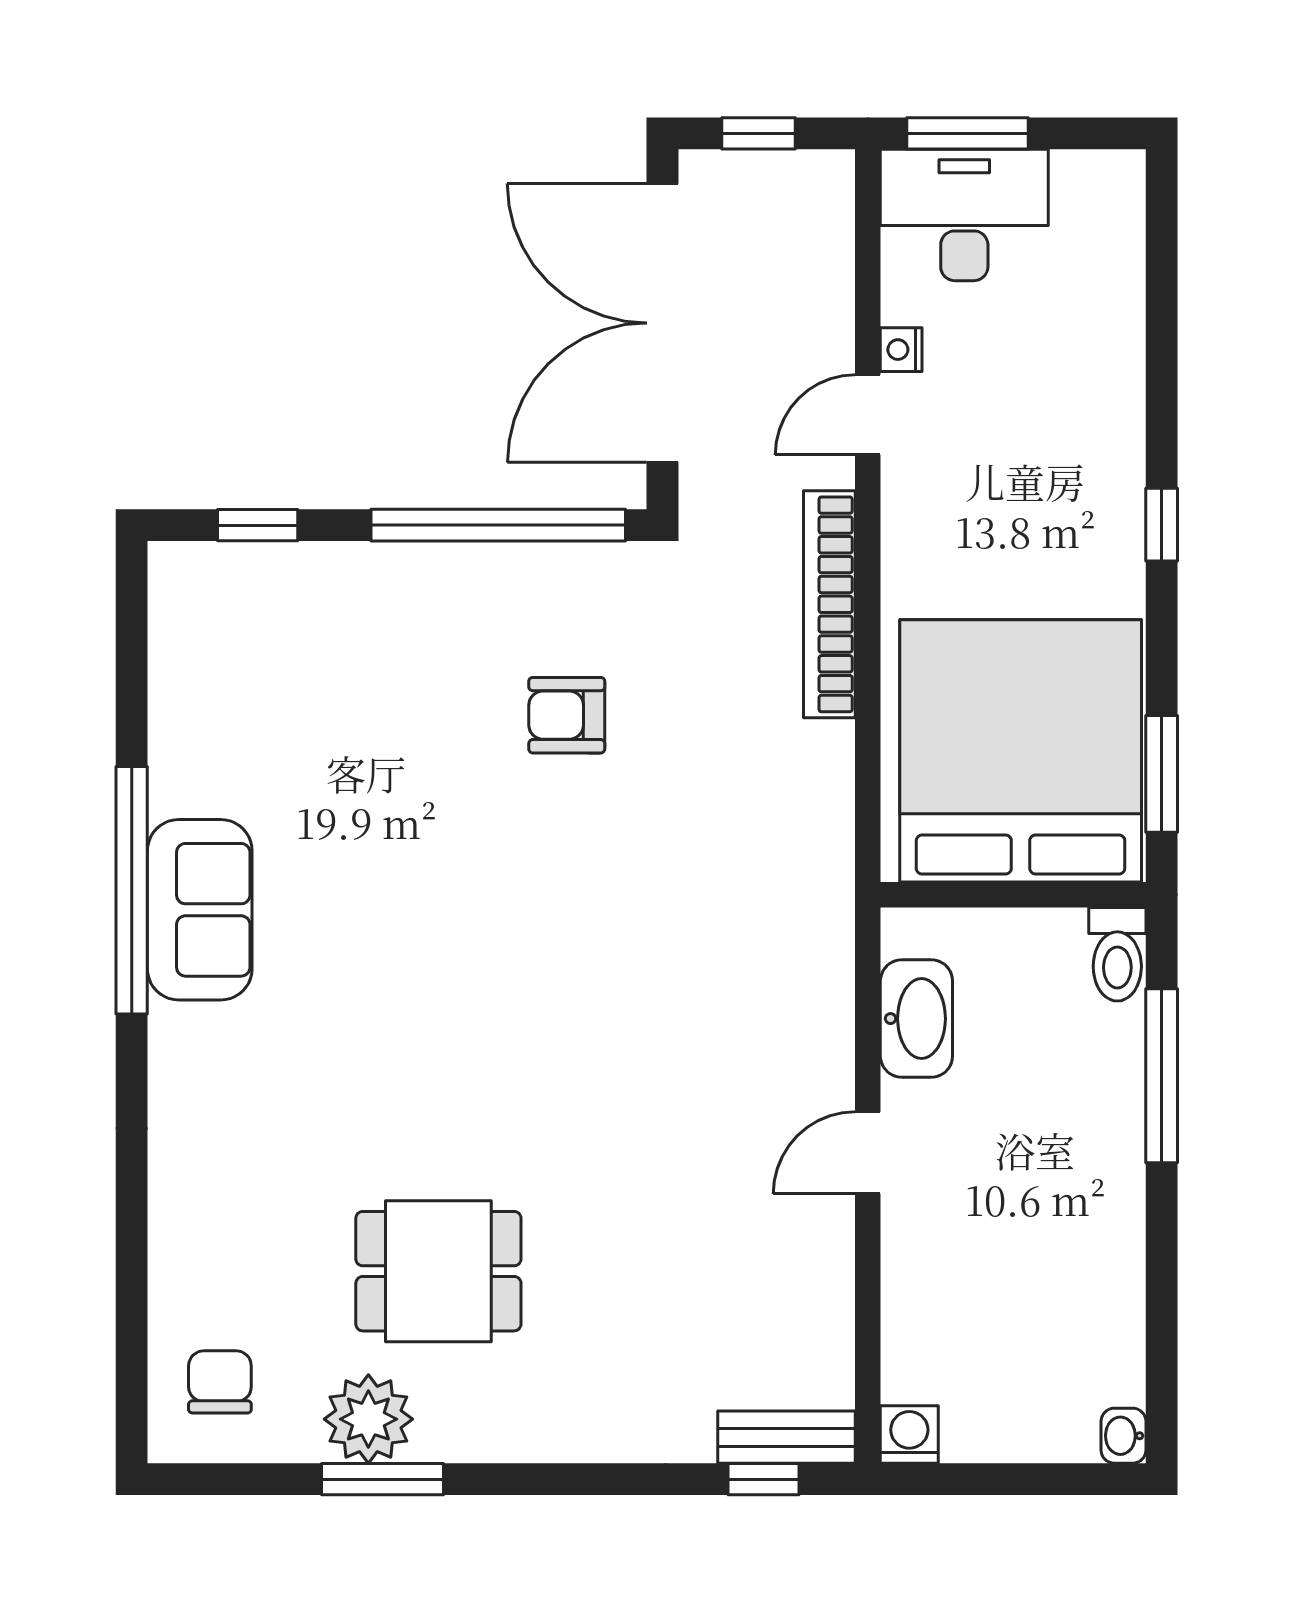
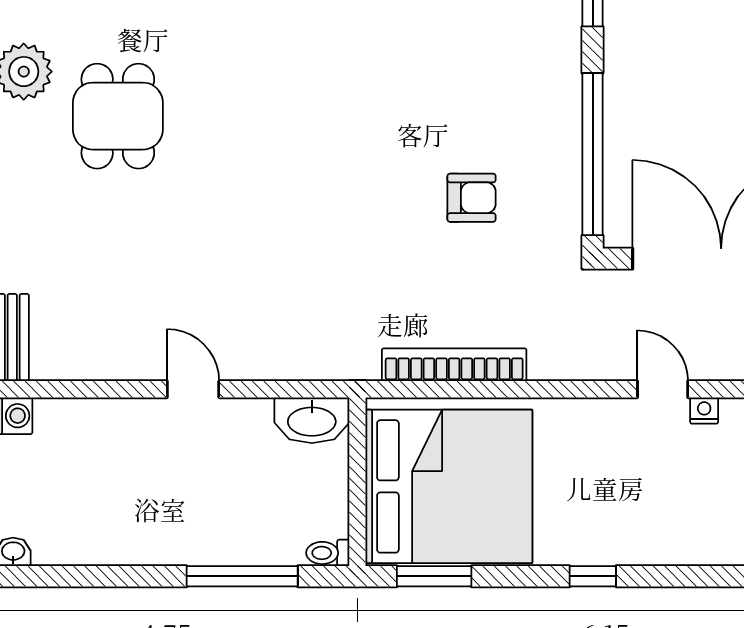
bookcase: (829, 604) -> (454, 365), moved
armchair: (567, 715) -> (472, 198), turned 90
toilet: (1117, 954) -> (328, 553), width x0.73, depth x0.72
washbasin: (916, 1019) -> (312, 420), moved

